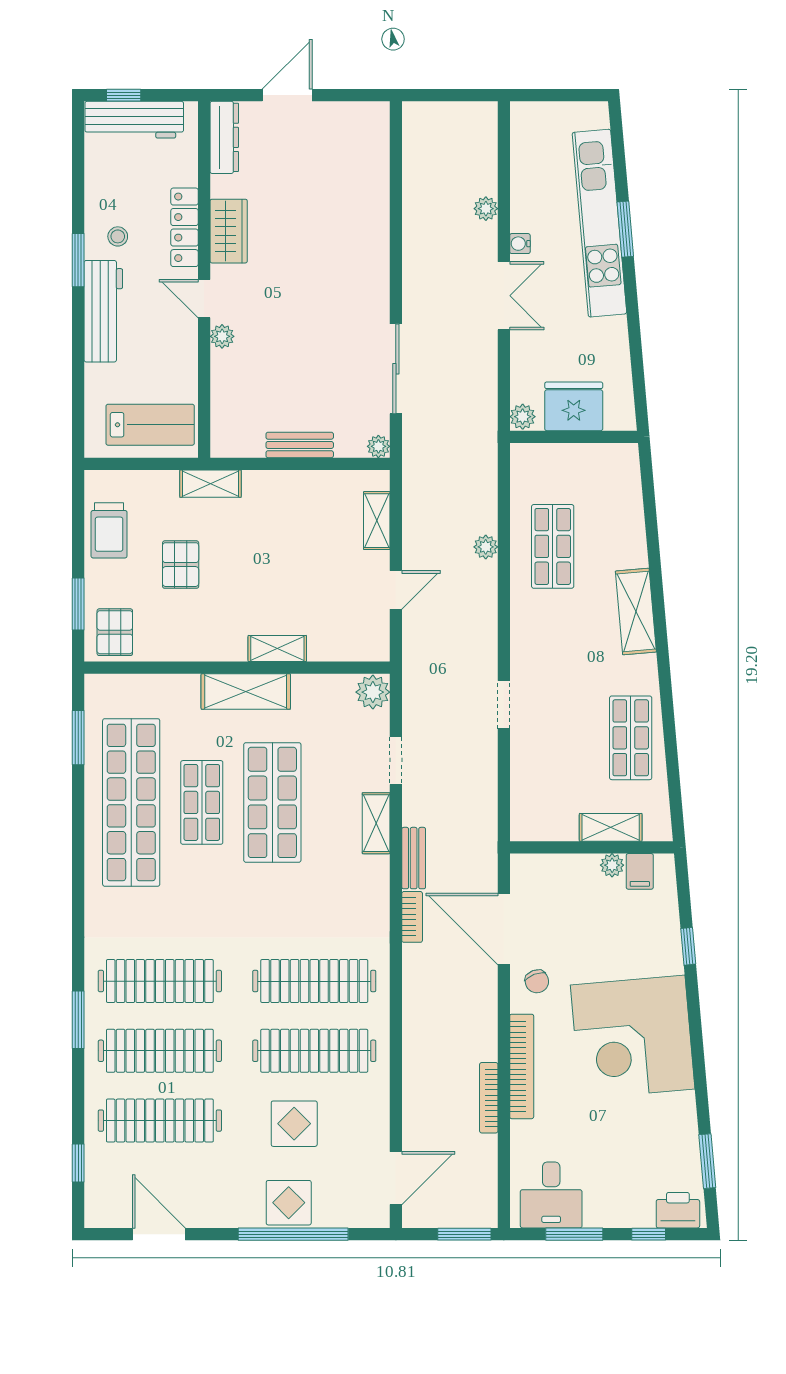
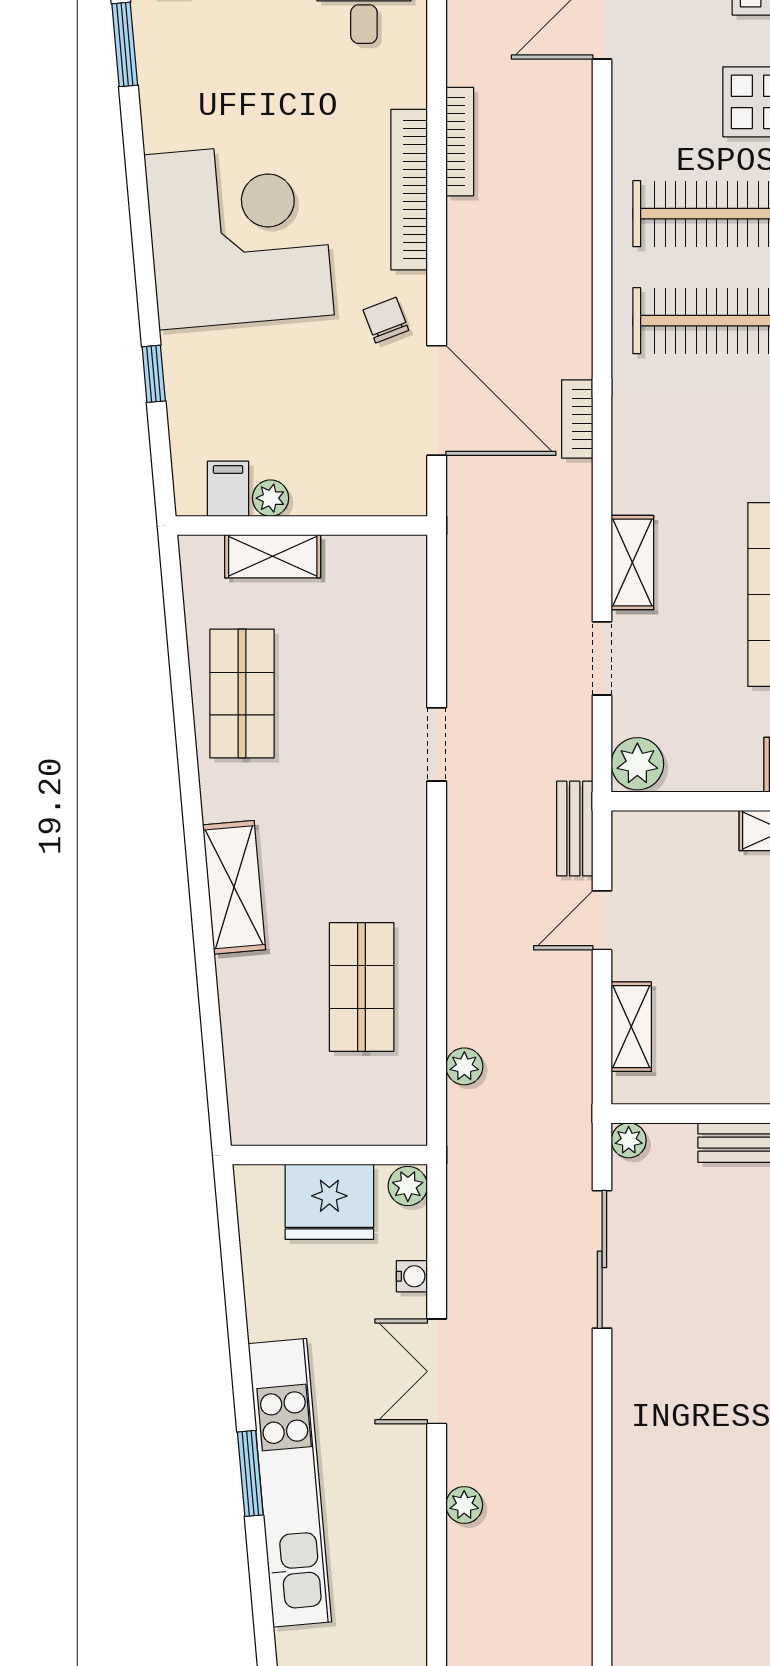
water cooler: (520, 244) -> (412, 1276), moved
plant: (486, 547) -> (464, 1066), moved
bench: (414, 858) -> (575, 829), moved

